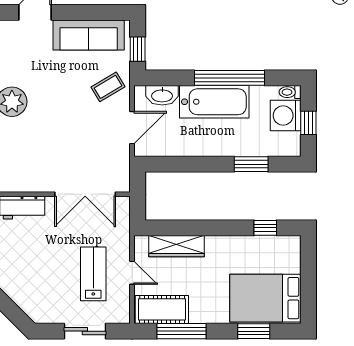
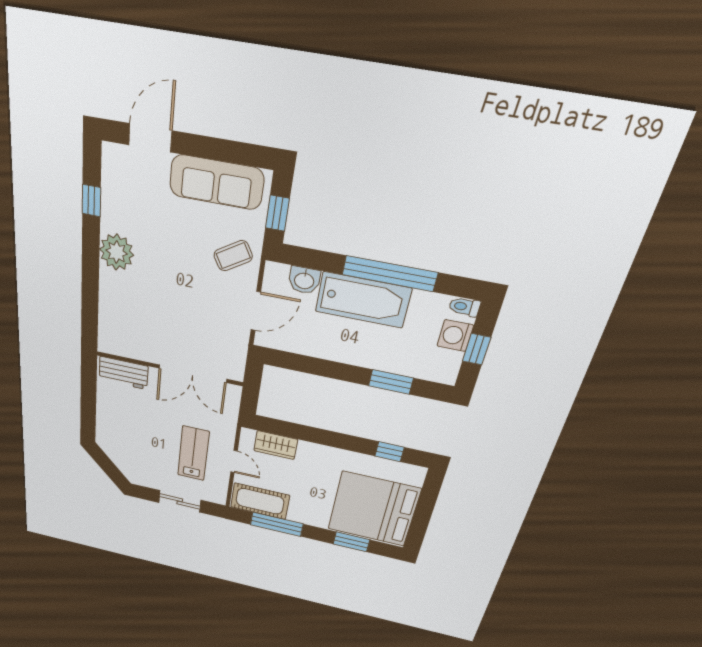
washbasin: (162, 95) -> (304, 280), width x0.72
washing machine: (286, 116) -> (455, 336), width x0.73, depth x0.73
wardrobe: (176, 246) -> (276, 445), width x0.67
bed: (265, 298) -> (374, 509), width x1.36

